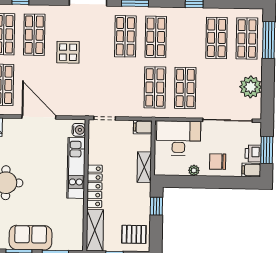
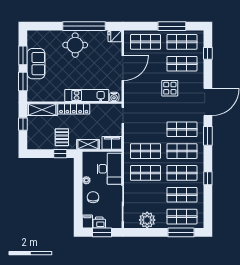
shop shelf: (186, 37) -> (182, 173), added
filing cabinet: (143, 127) -> (112, 143), width x2.00
pallet: (134, 234) -> (62, 137), moved

